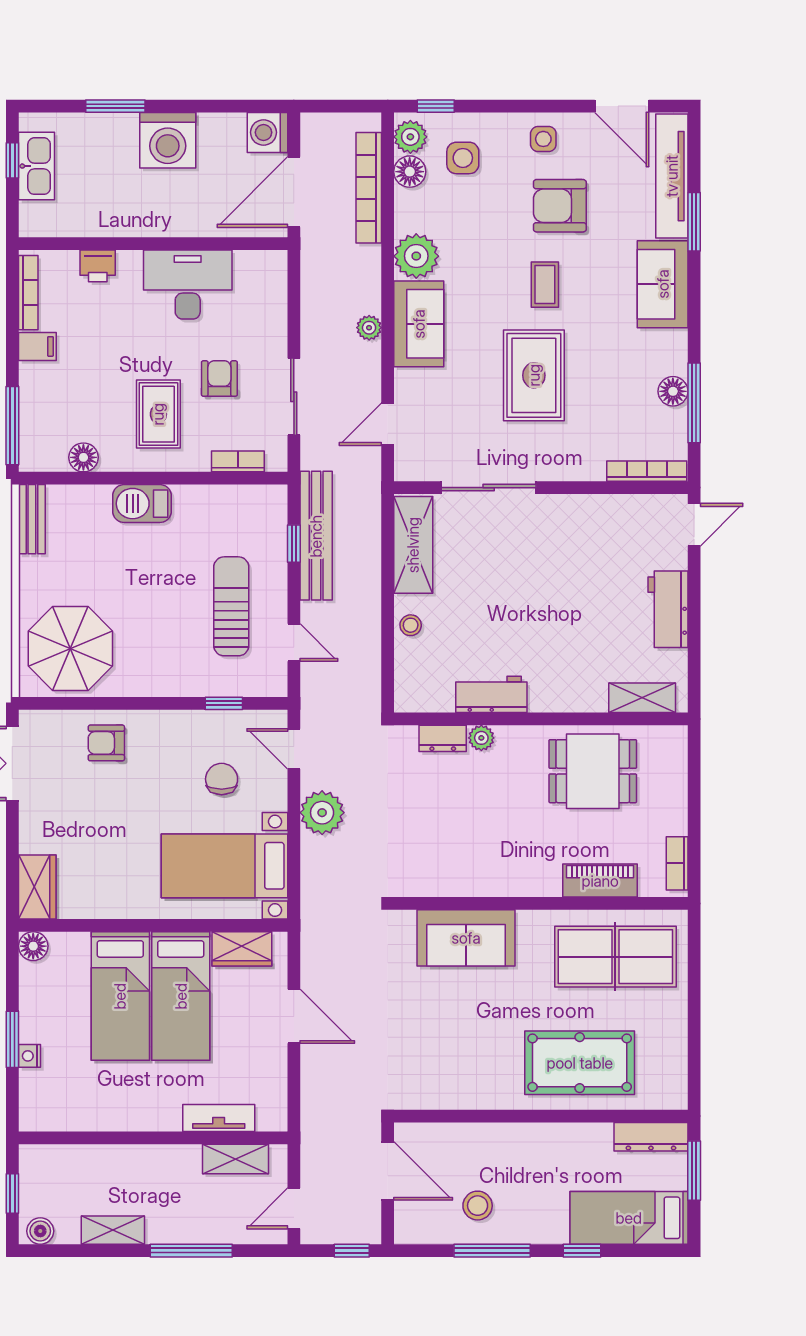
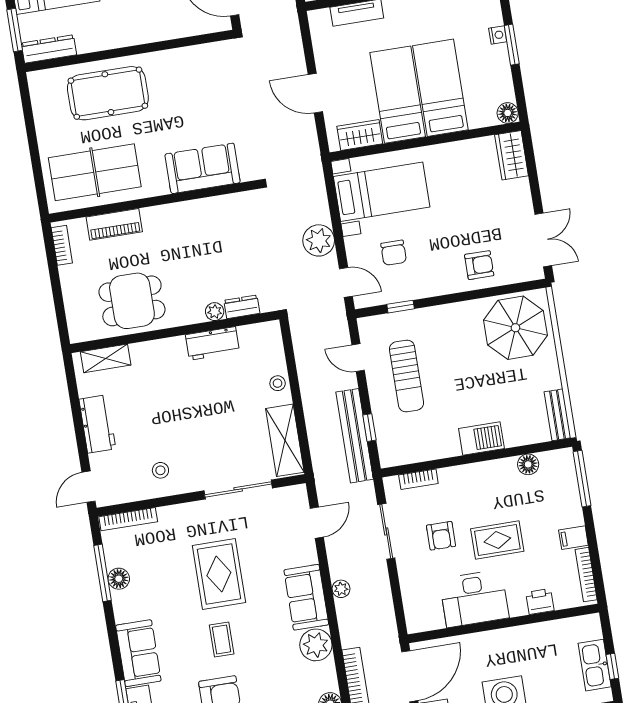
rug: (158, 414) -> (497, 540), moved, turned 90
stool: (591, 531) -> (160, 470), added

